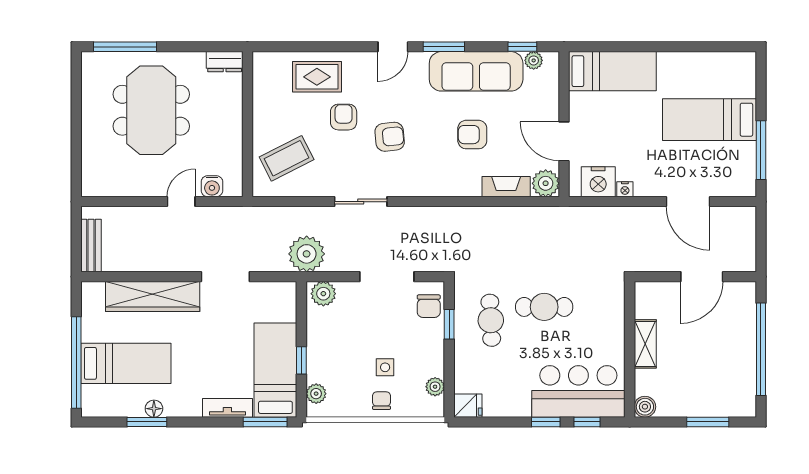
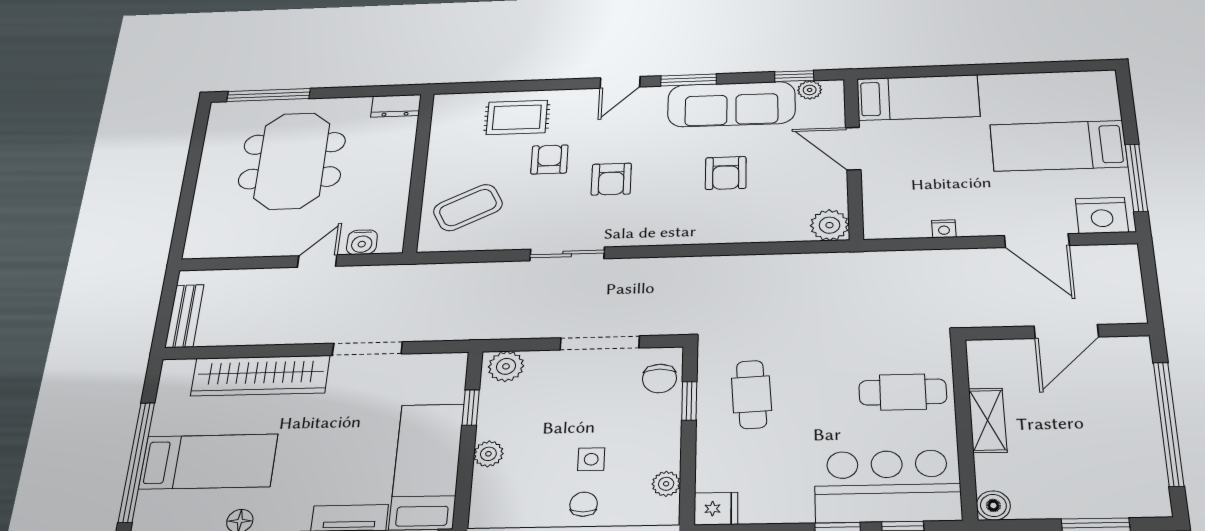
armchair: (472, 135) -> (726, 173), turned -90
armchair: (390, 137) -> (611, 179), turned 96
door: (564, 141) -> (853, 149), moved
nightstand: (598, 182) -> (1102, 215), moved
fireplace: (506, 187) -> (773, 231), removed
plant: (307, 254) -> (486, 318), removed
cafe table: (544, 307) -> (903, 392), moved
window: (301, 360) -> (471, 407), moved
plant: (316, 394) -> (488, 454), moved

